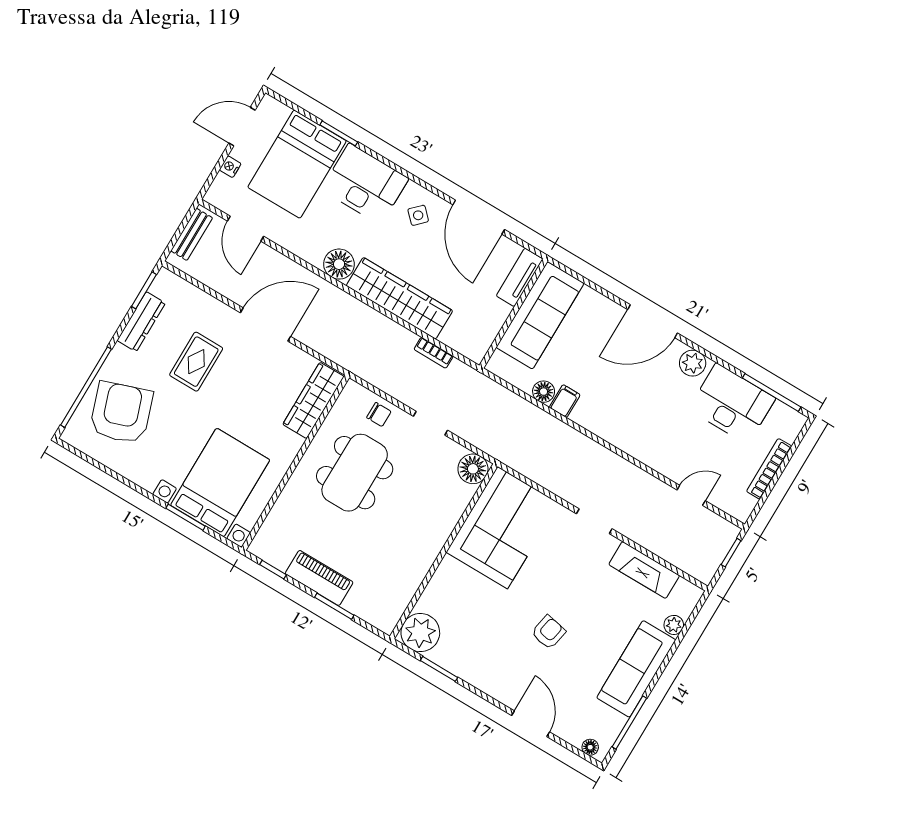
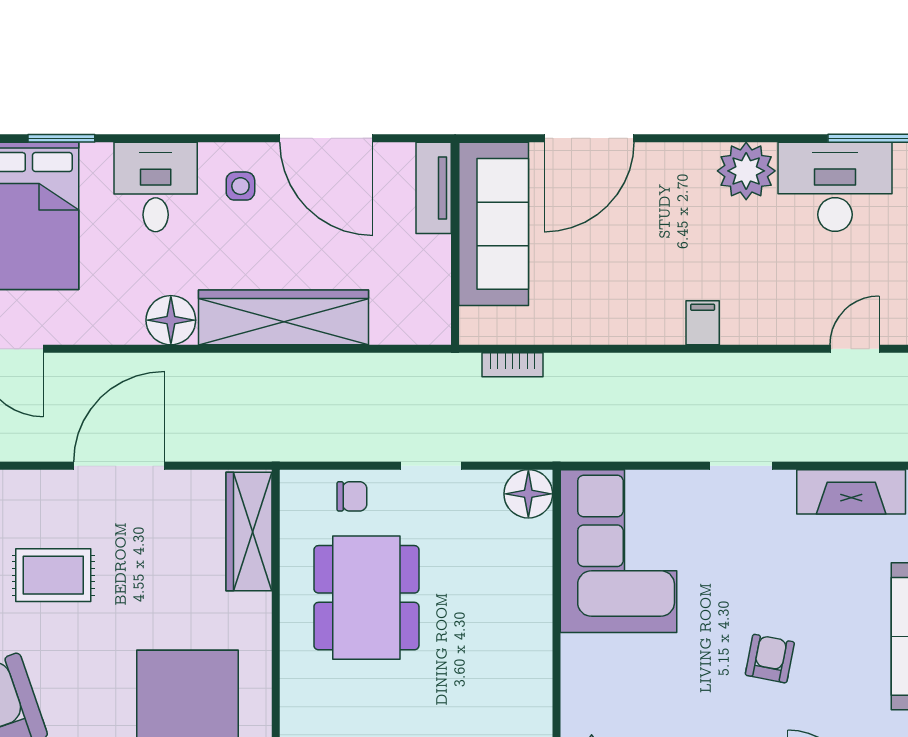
desk: (365, 184) -> (156, 187), width x0.73
side table: (418, 215) -> (240, 186), turned 45
door: (653, 321) -> (589, 138), moved
bookcase: (434, 353) -> (513, 365), moved
rug: (196, 362) -> (53, 575), turned 90
plant: (693, 363) -> (746, 171), width x1.36, depth x1.36
floor lamp: (544, 392) -> (562, 327), removed
filing cabinet: (565, 401) -> (703, 323), moved

